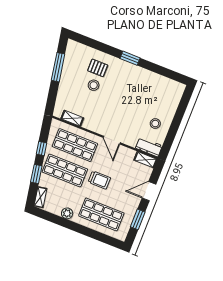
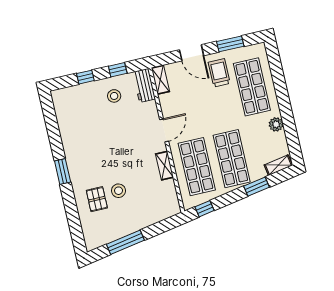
window: (180, 114) -> (85, 77), added
shelving: (72, 118) -> (164, 166), moved
window: (170, 137) -> (118, 70), added
window: (41, 149) -> (204, 209), moved
trolley: (99, 180) -> (219, 73), moved

